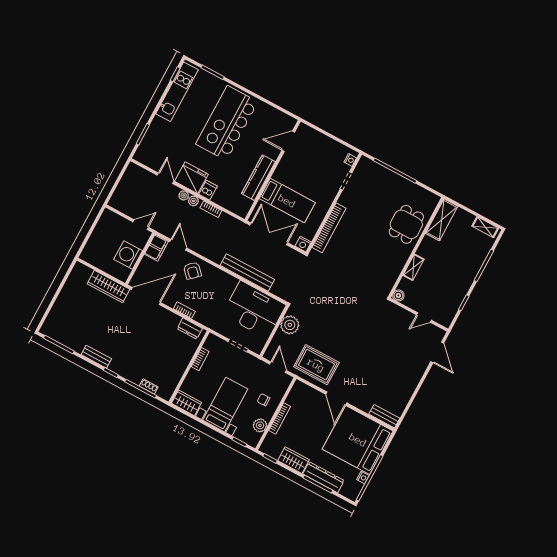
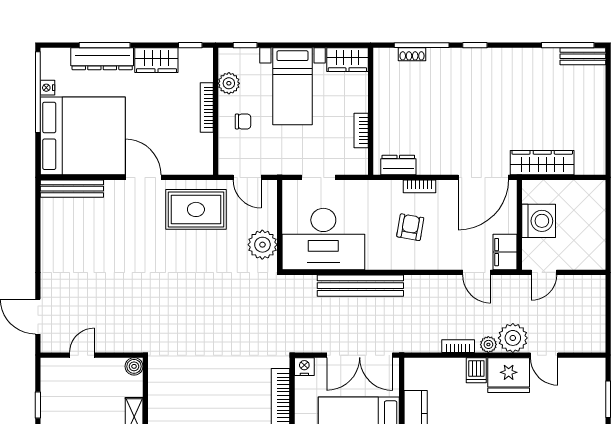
plant: (184, 195) -> (513, 338), width x1.88, depth x1.88
armchair: (192, 271) -> (410, 227), moved, turned 53
bench: (96, 357) -> (583, 56), moved
bench: (384, 416) -> (72, 189), width x1.36

